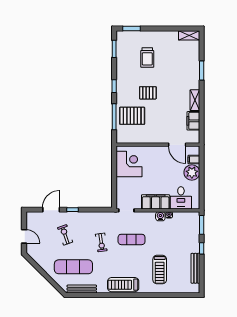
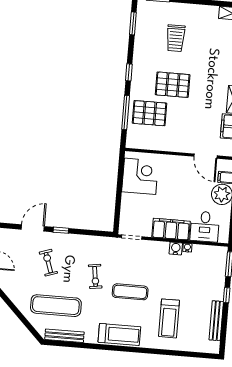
pallet: (148, 93) -> (173, 85), width x1.50, depth x1.42
exercise mat: (132, 239) -> (130, 292), moved
treadmill: (123, 285) -> (119, 334), turned 180

